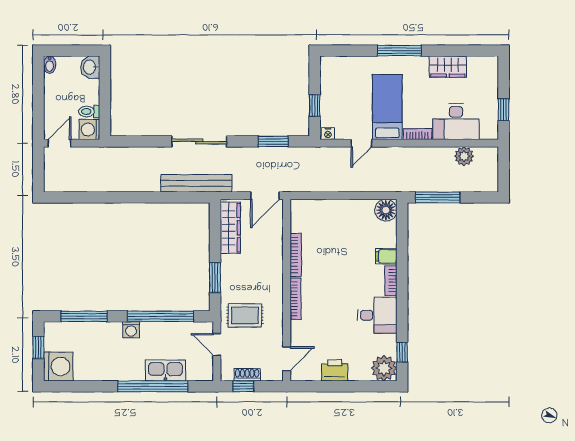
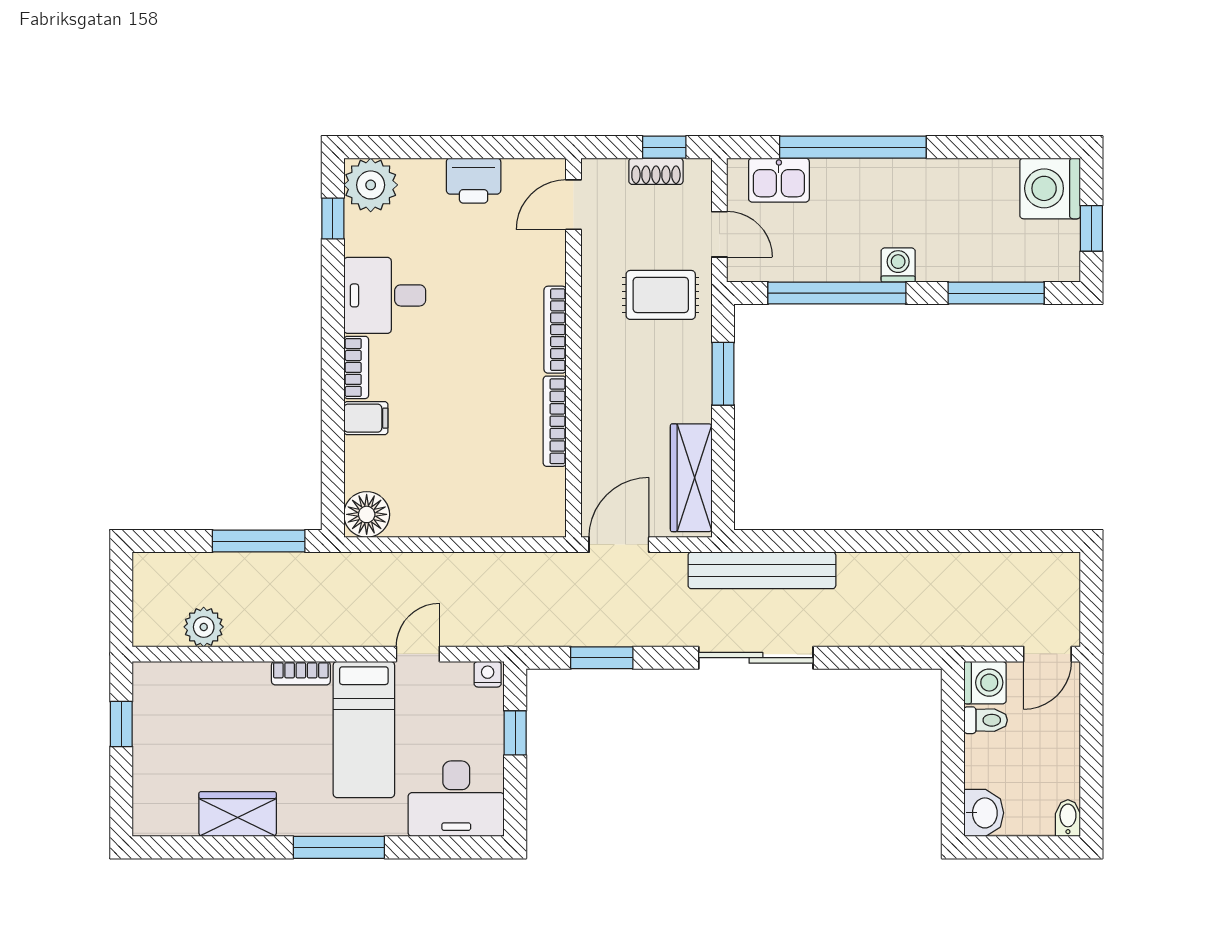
desk: (456, 122) -> (456, 799), moved, turned 180
kitchen sink: (165, 370) -> (779, 180), moved, width x0.73

